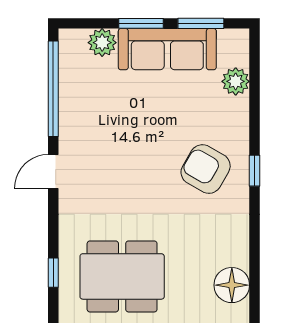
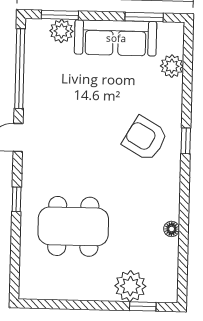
window: (141, 23) -> (60, 15), moved
window: (53, 273) -> (17, 199), moved
floor lamp: (232, 285) -> (172, 229), width x0.53, depth x0.53

